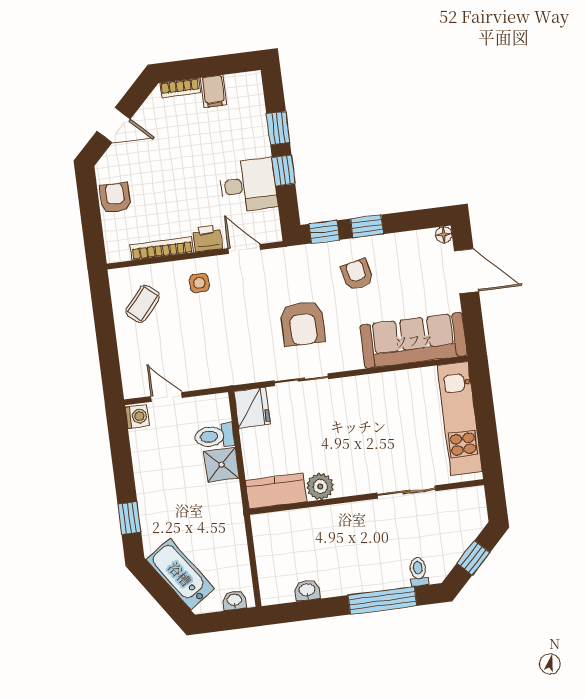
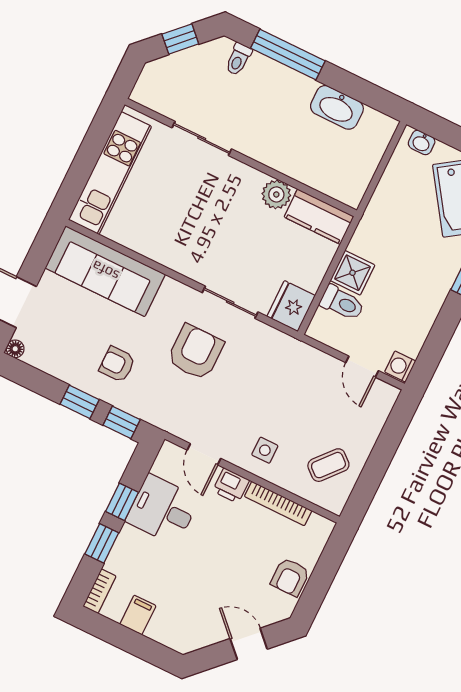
bookcase: (180, 88) -> (99, 591), moved, turned 90
armchair: (357, 274) -> (117, 364), turned 102
washbasin: (307, 590) -> (337, 107), width x1.91, depth x1.45

